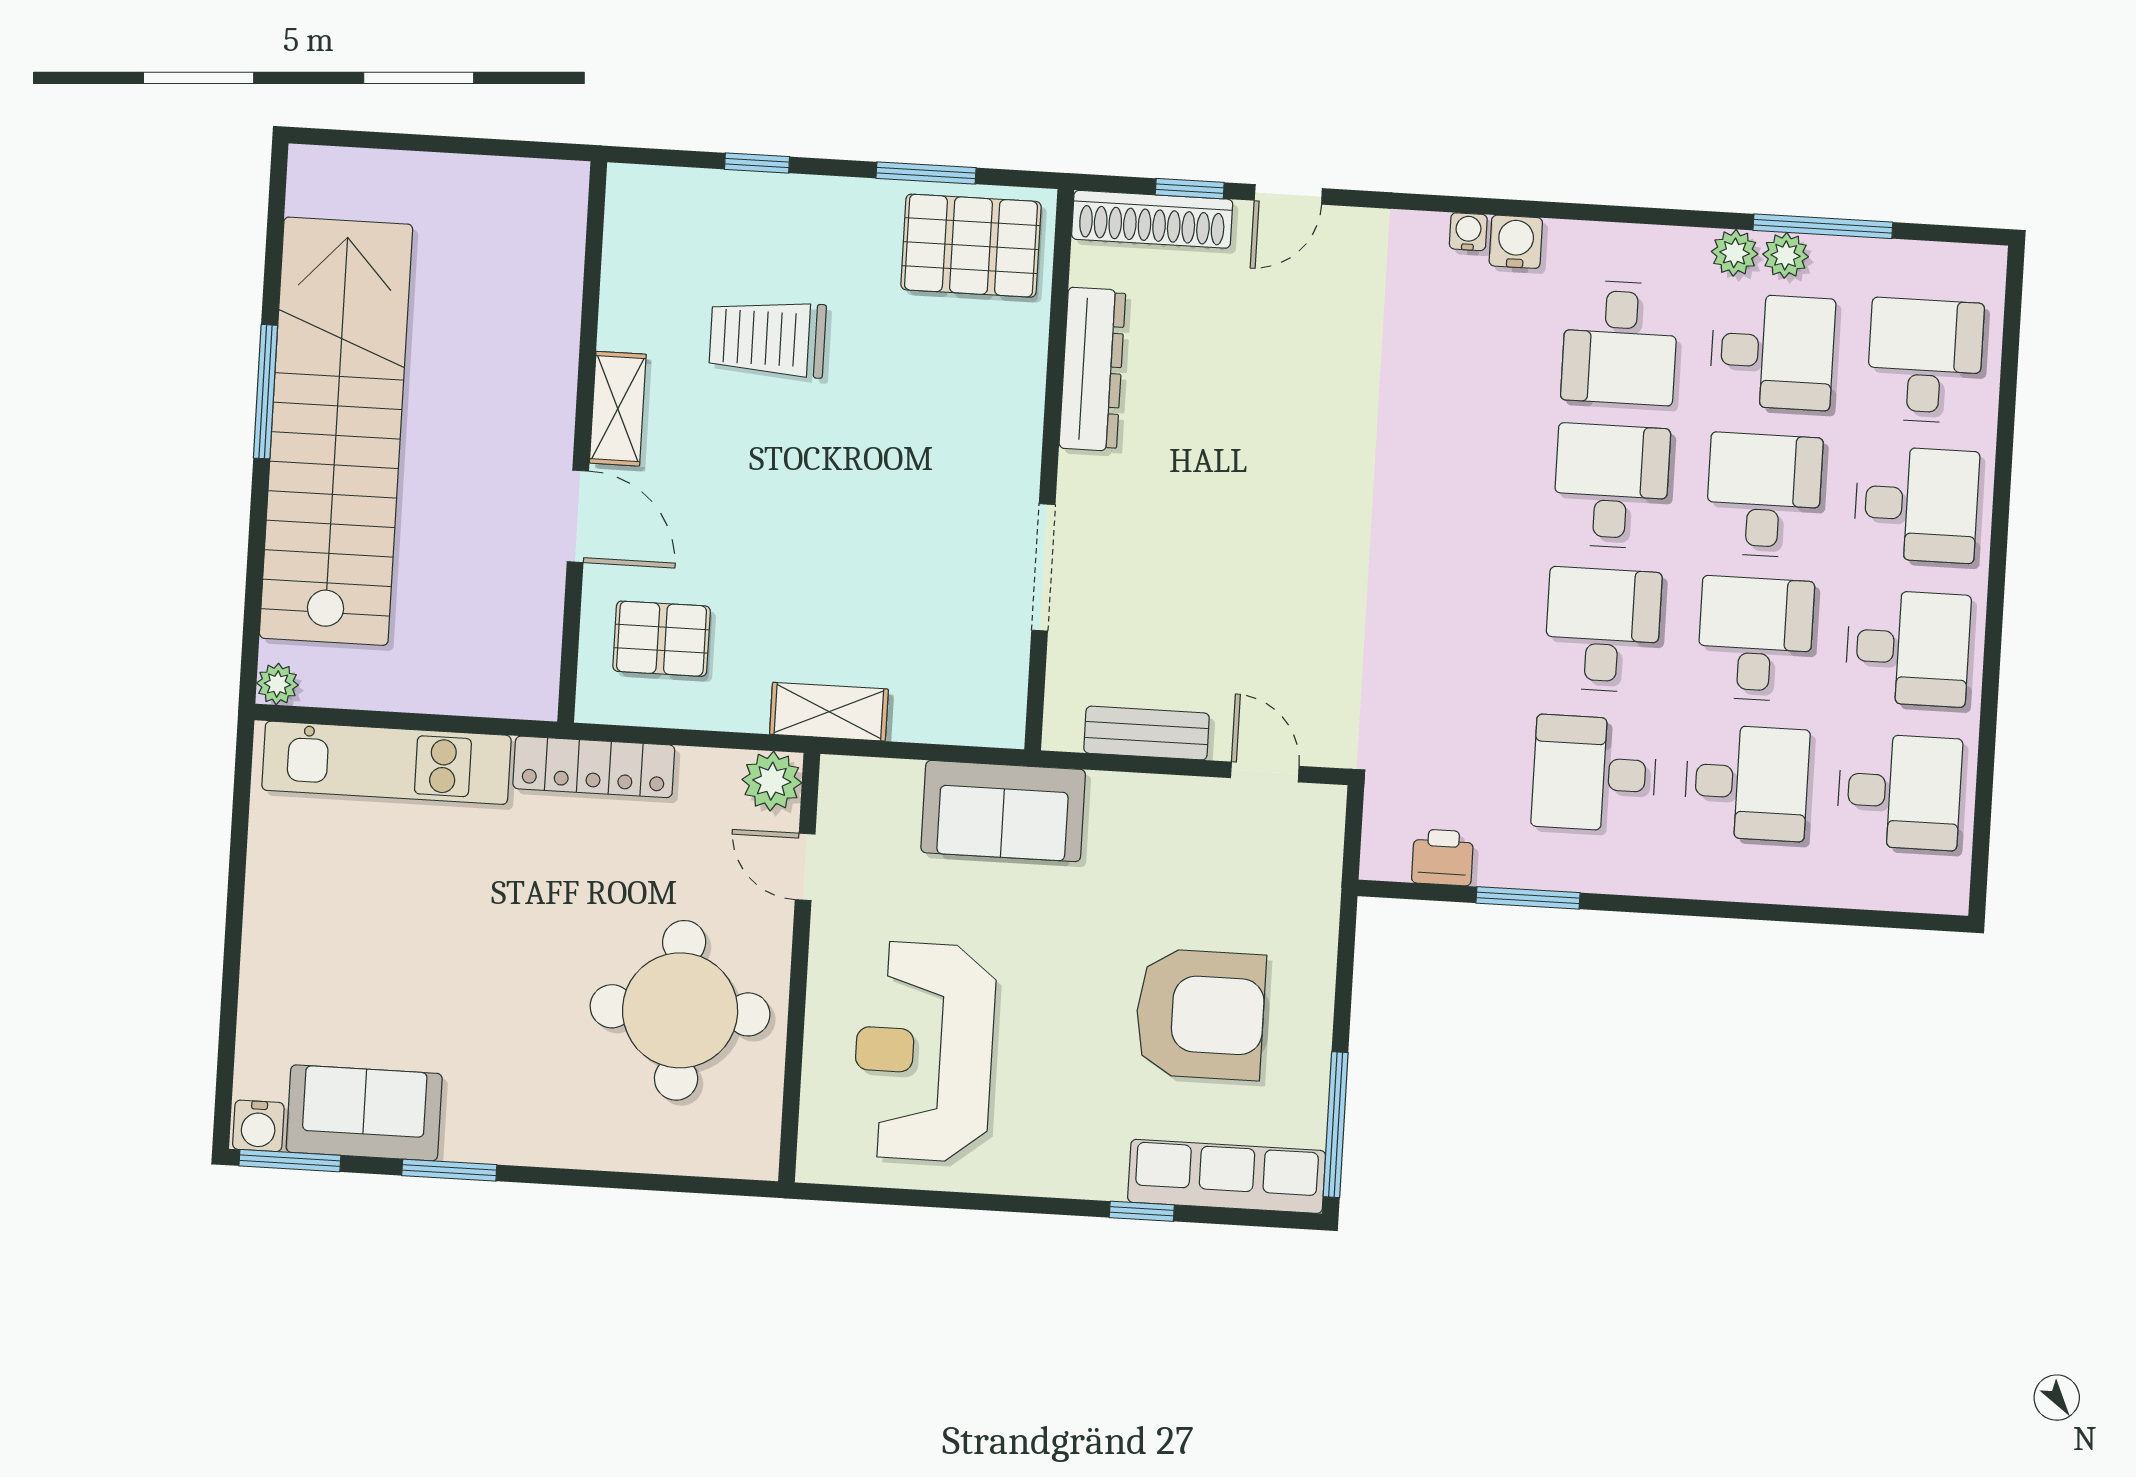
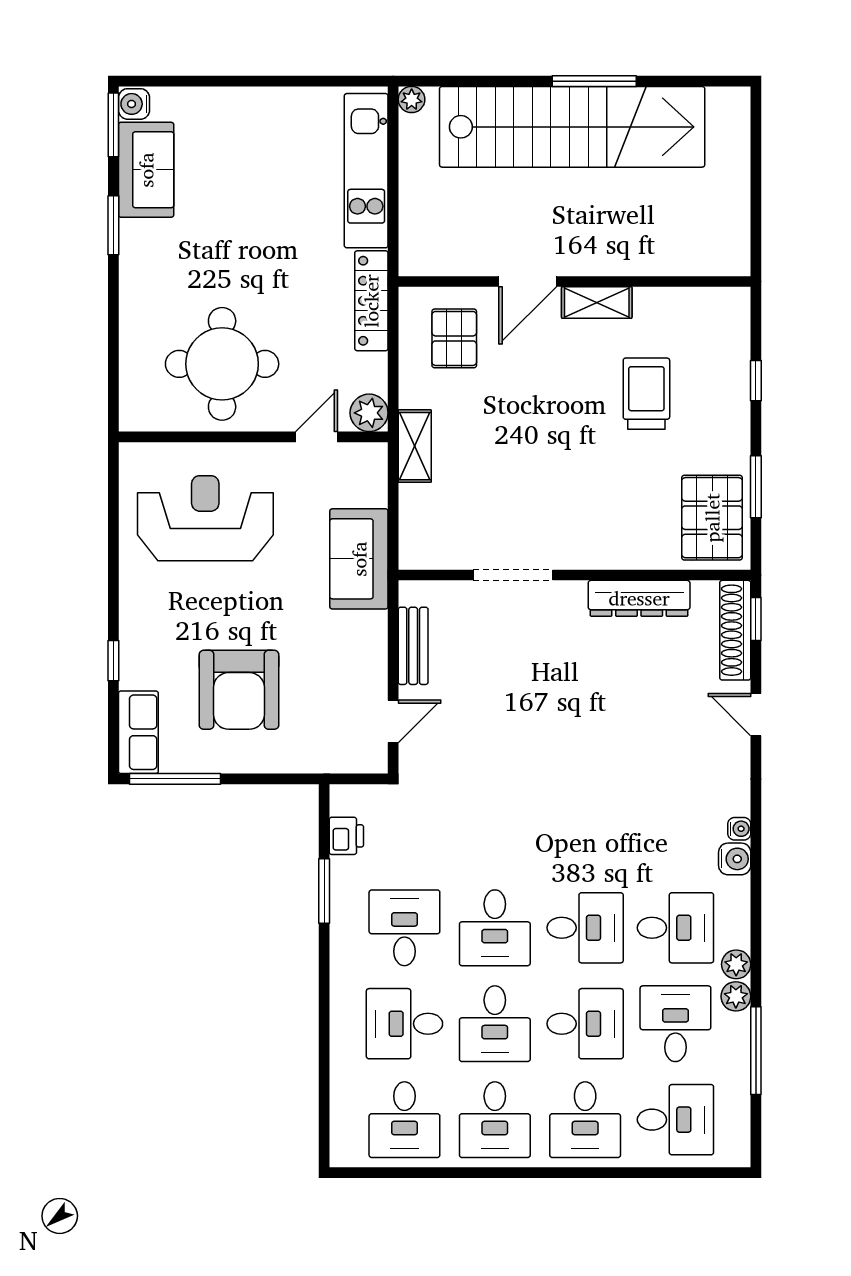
window: (1190, 189) -> (756, 619), moved
plant: (1786, 255) -> (736, 964), moved
desk: (1620, 343) -> (675, 928), turned 180
desk: (1772, 352) -> (675, 1024), turned 180
desk: (1603, 630) -> (495, 928), turned 90
desk: (1755, 639) -> (495, 1024), turned 90
desk: (1747, 783) -> (404, 1024), turned 90
row of seats: (1227, 1176) -> (138, 732), width x0.68

